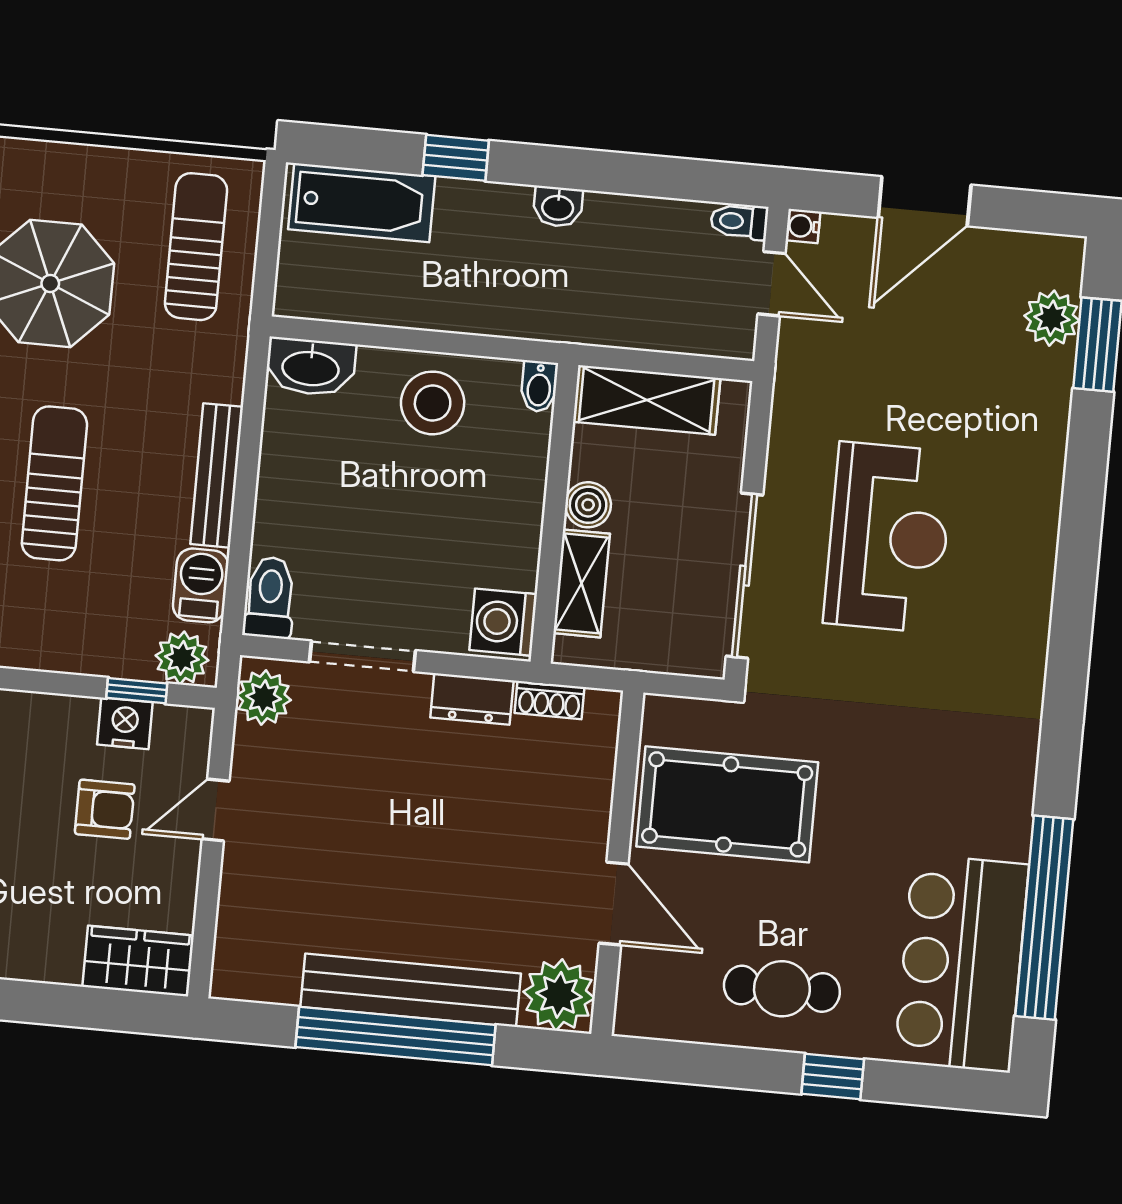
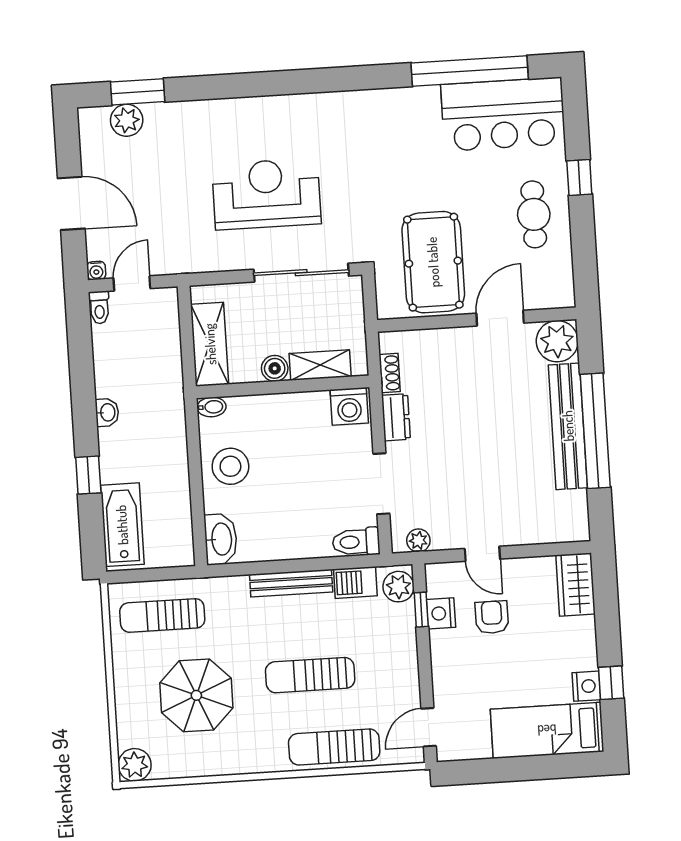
plant: (264, 698) -> (418, 540), width x0.73, depth x0.73

